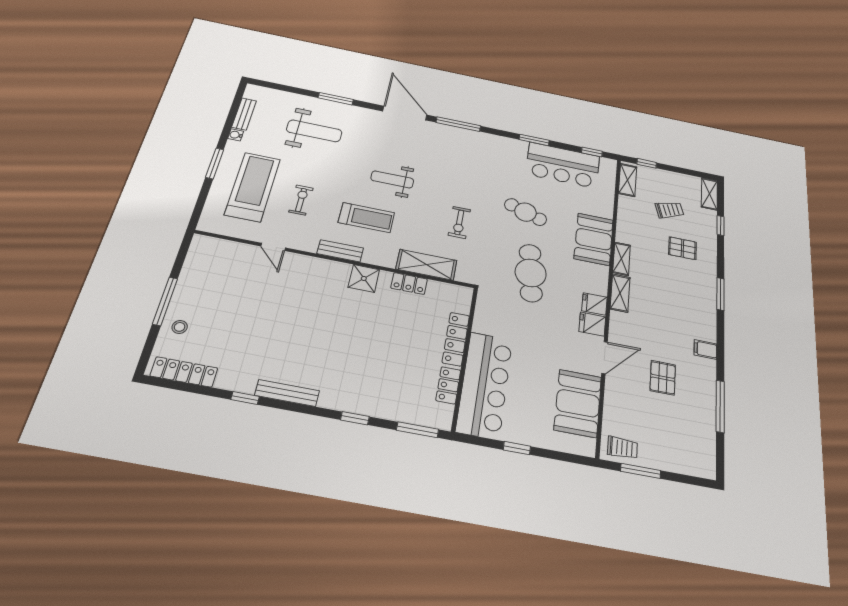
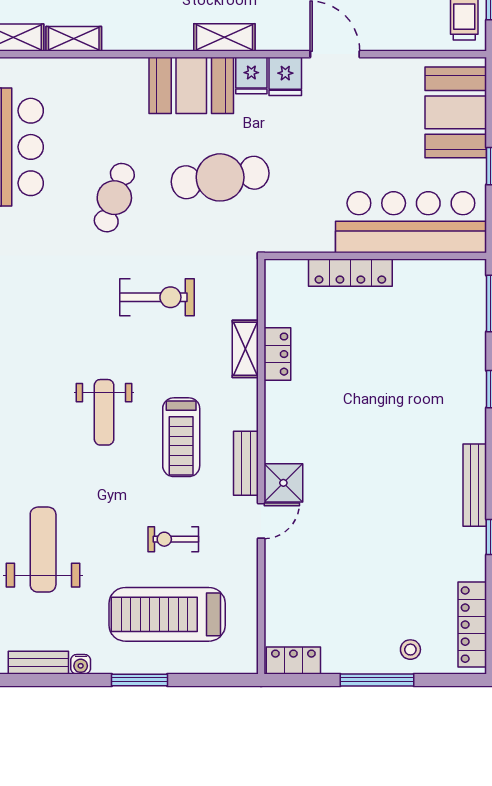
treadmill: (366, 218) -> (181, 437), turned 180
exercise bike: (459, 222) -> (157, 297), width x1.38, depth x1.39
booth: (594, 239) -> (191, 85), moved
door: (273, 247) -> (261, 521), moved
shelving: (622, 259) -> (74, 39), moved
shelving: (426, 265) -> (245, 349), width x0.67, depth x0.75
shower: (364, 278) -> (283, 483), moved
locker: (448, 385) -> (293, 660), moved, turned 180
booth: (578, 403) -> (456, 112), moved, turned 90

